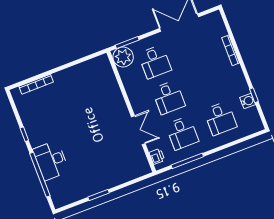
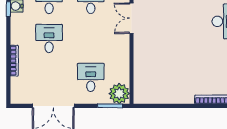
desk: (168, 97) -> (49, 38), moved

